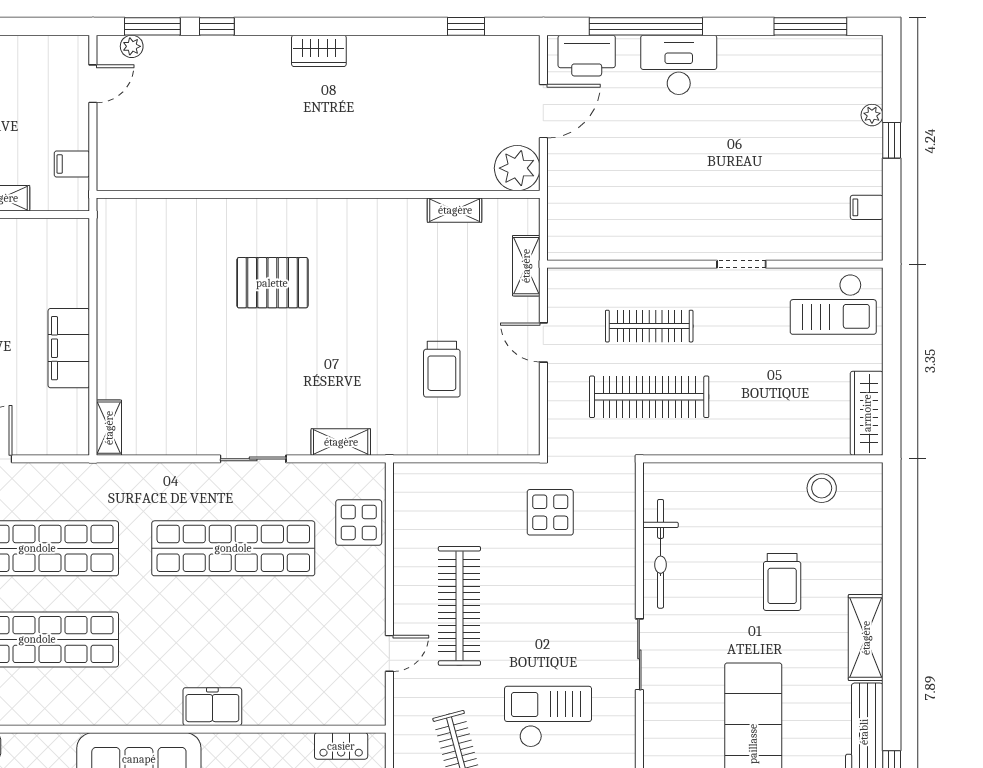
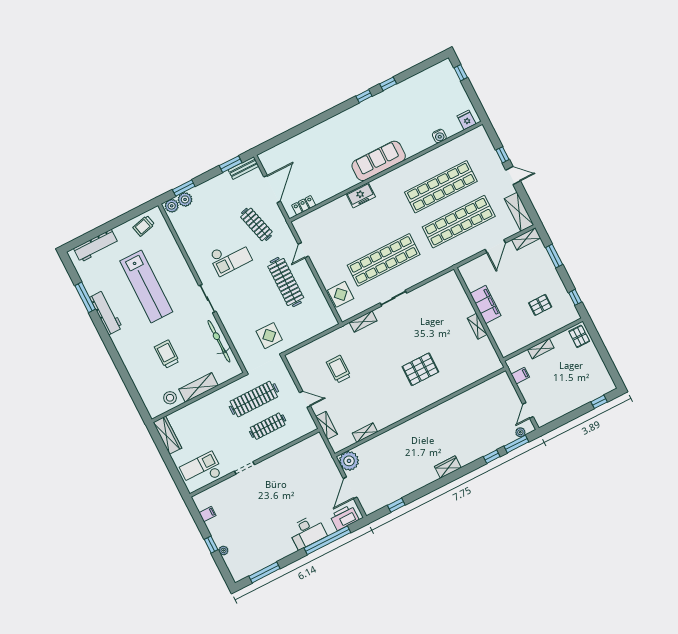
shelving: (109, 428) -> (477, 326), moved
shelving: (866, 638) -> (199, 387), moved, turned 90

